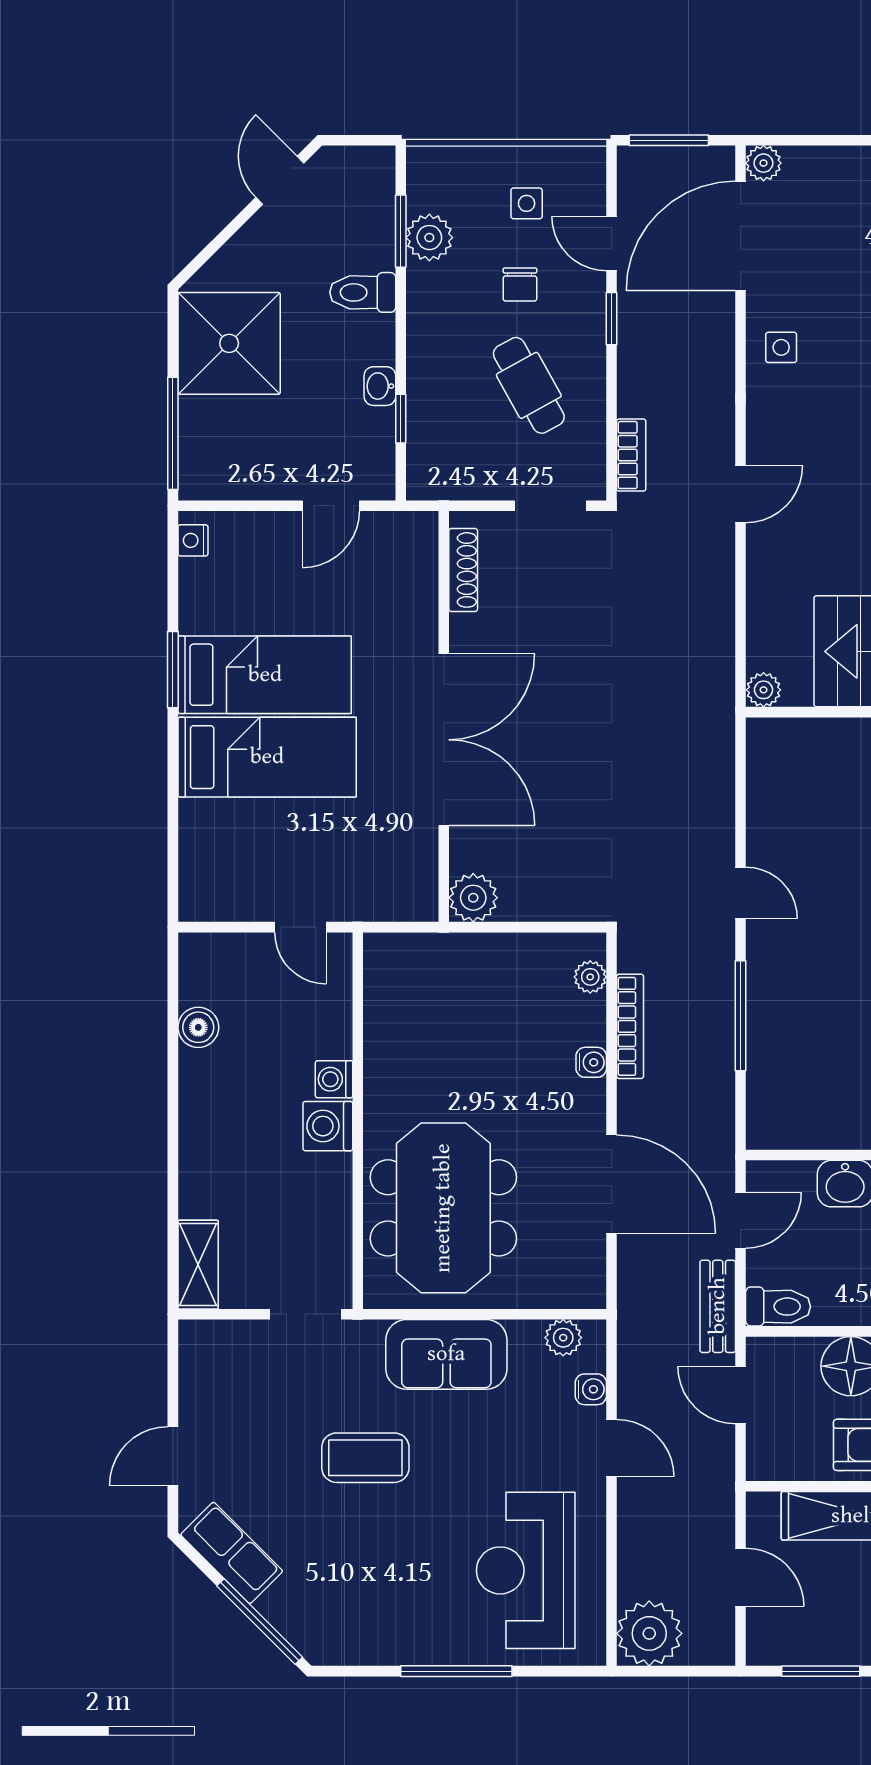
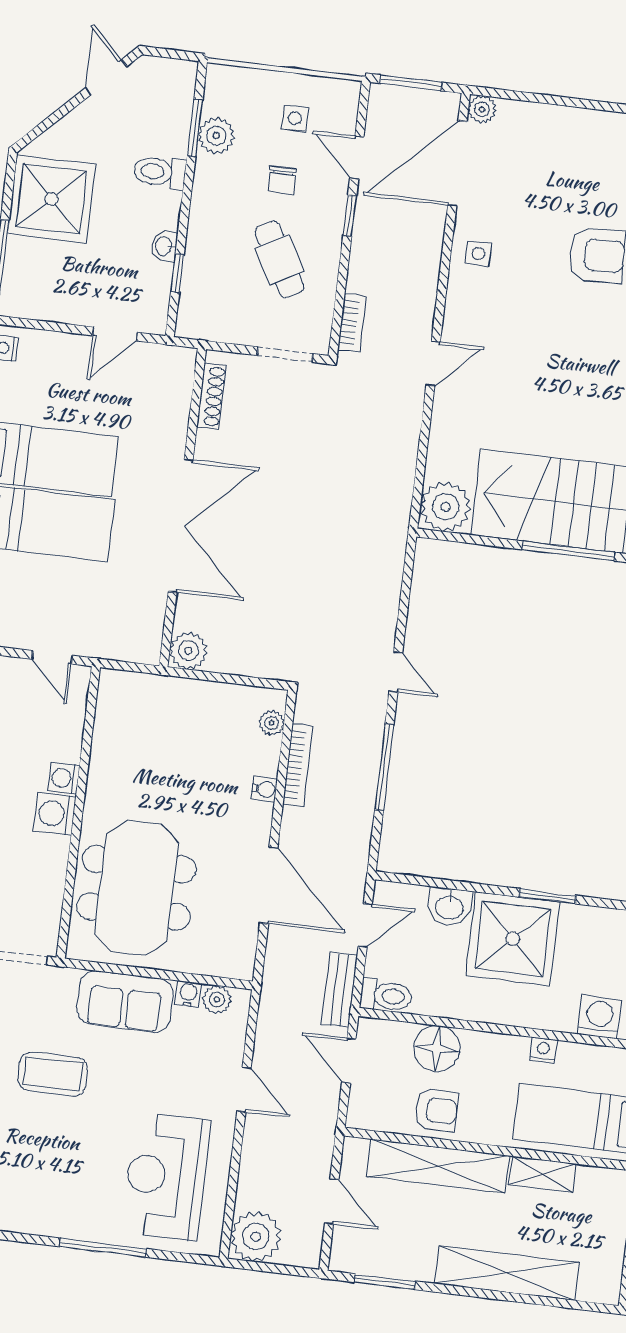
plant: (764, 690) -> (446, 507), width x1.87, depth x1.87
water cooler: (591, 1389) -> (188, 994), moved, turned -90

